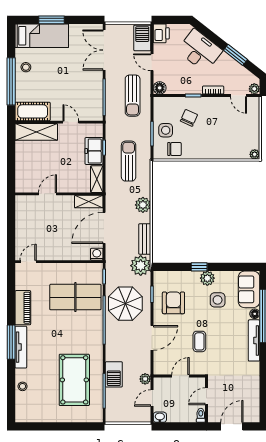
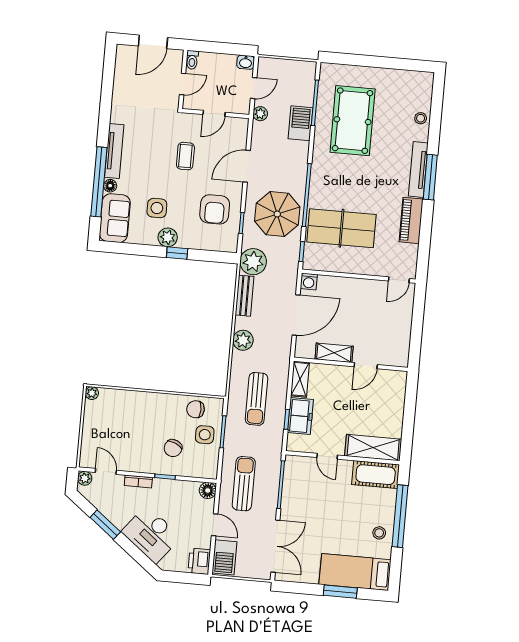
shelving: (89, 202) -> (334, 353), moved

